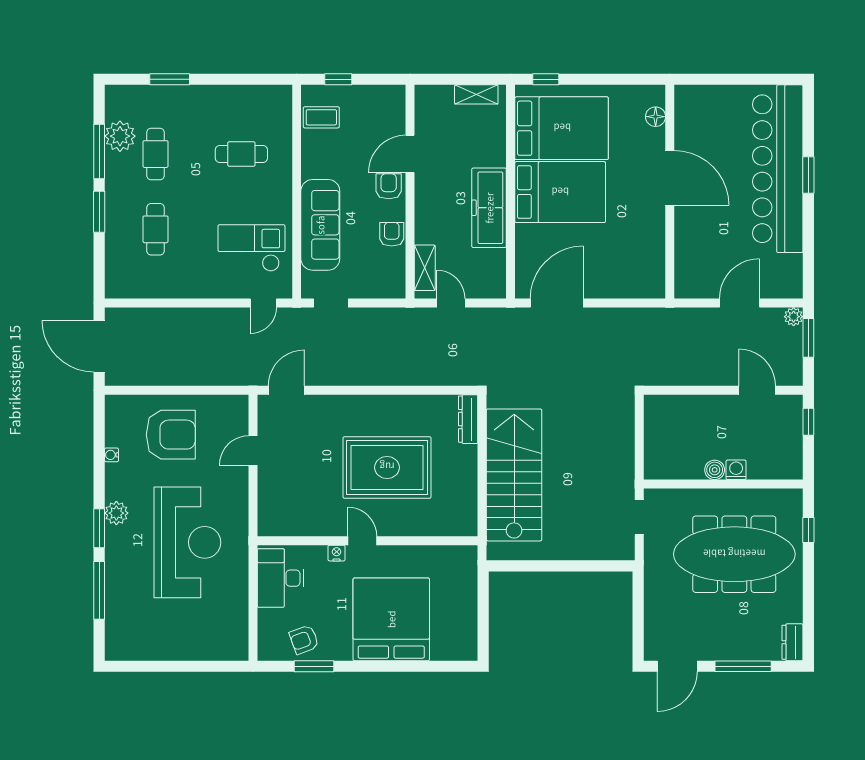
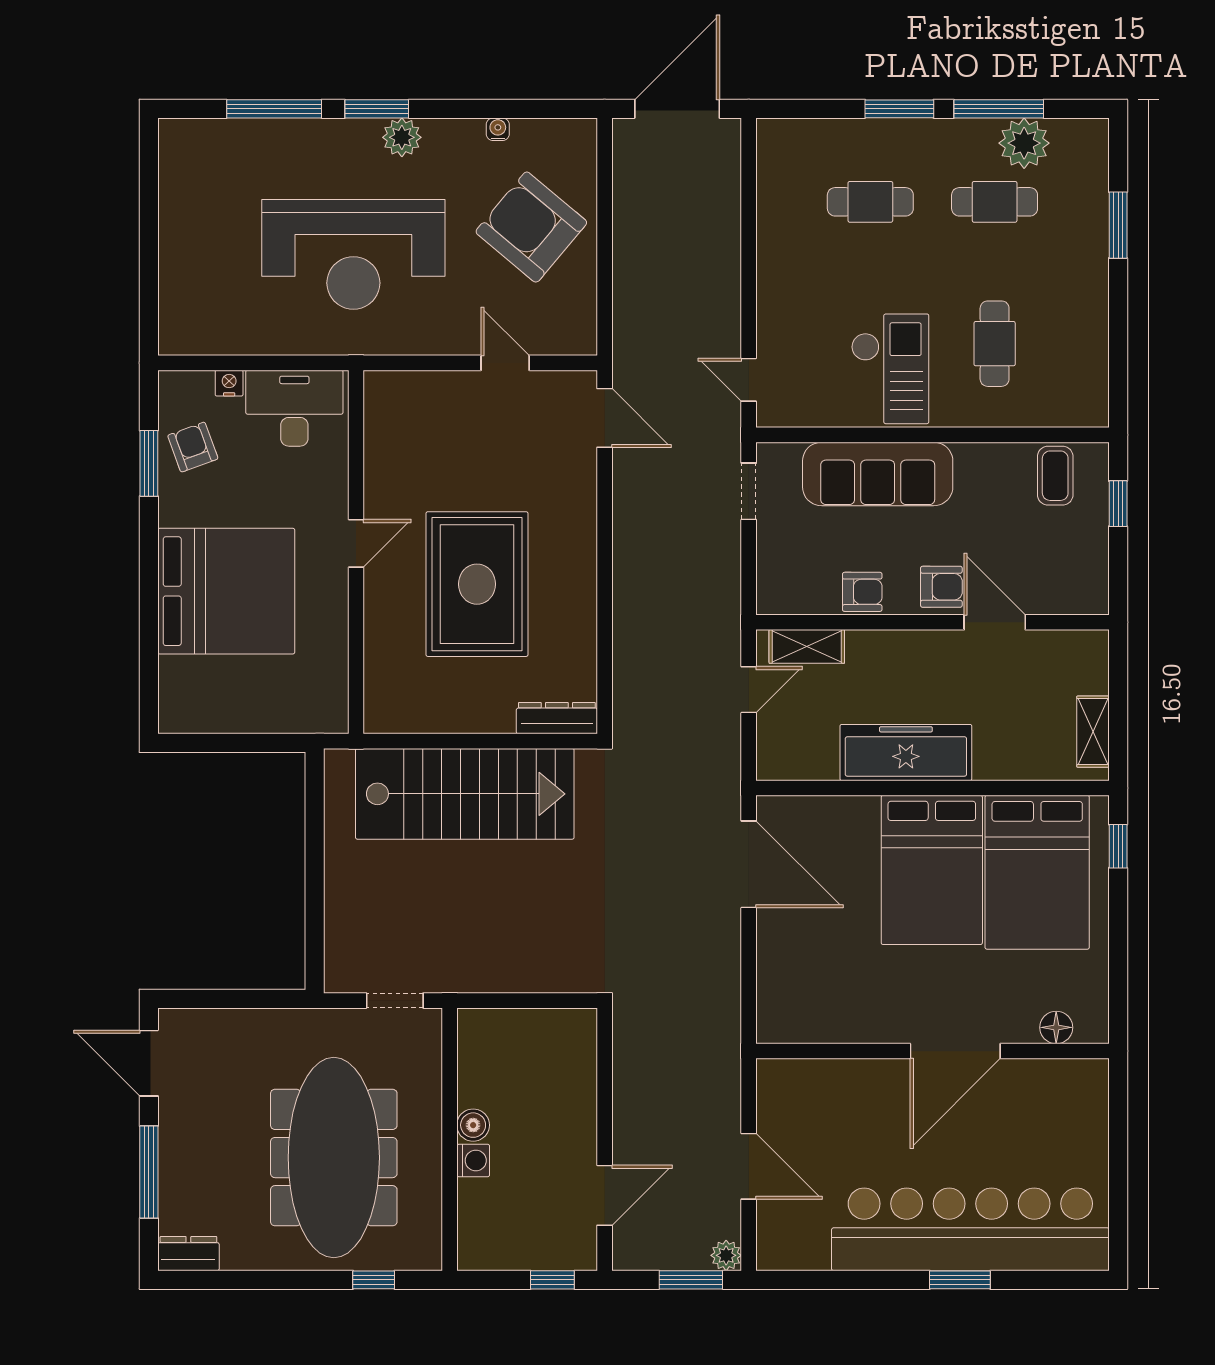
checkout: (251, 248) -> (890, 369), moved
armchair: (171, 435) -> (531, 227), turned 130
nightstand: (337, 553) -> (229, 383), moved, turned -90

